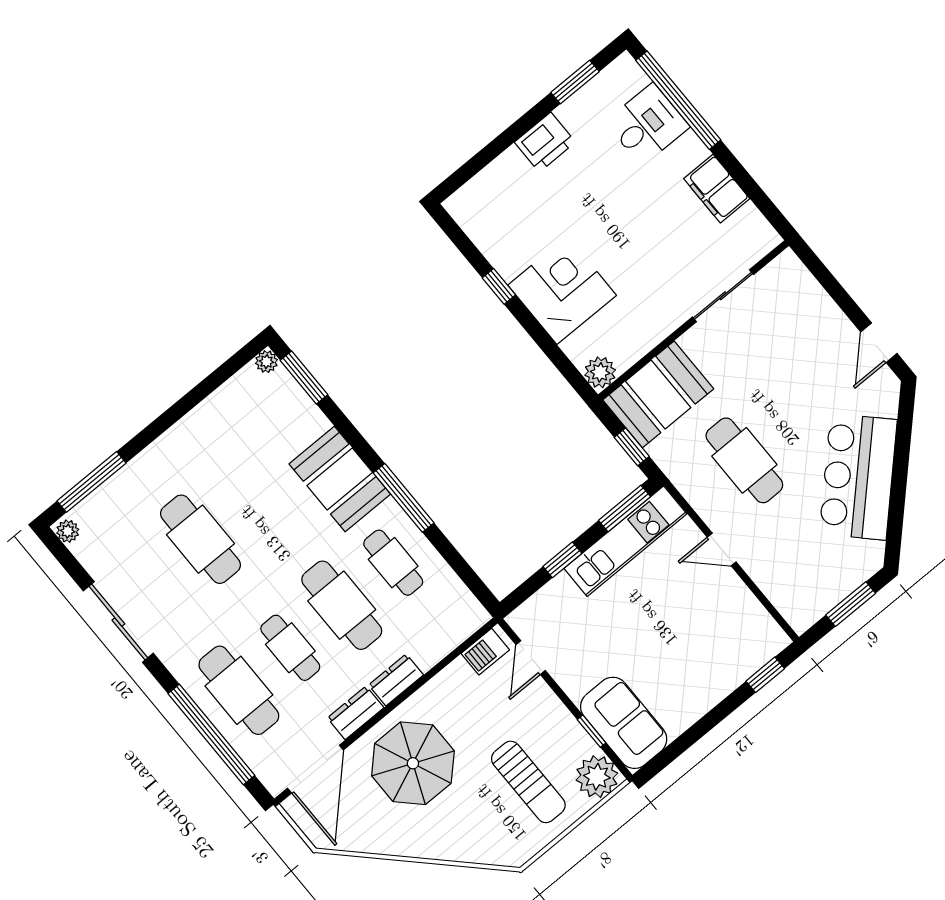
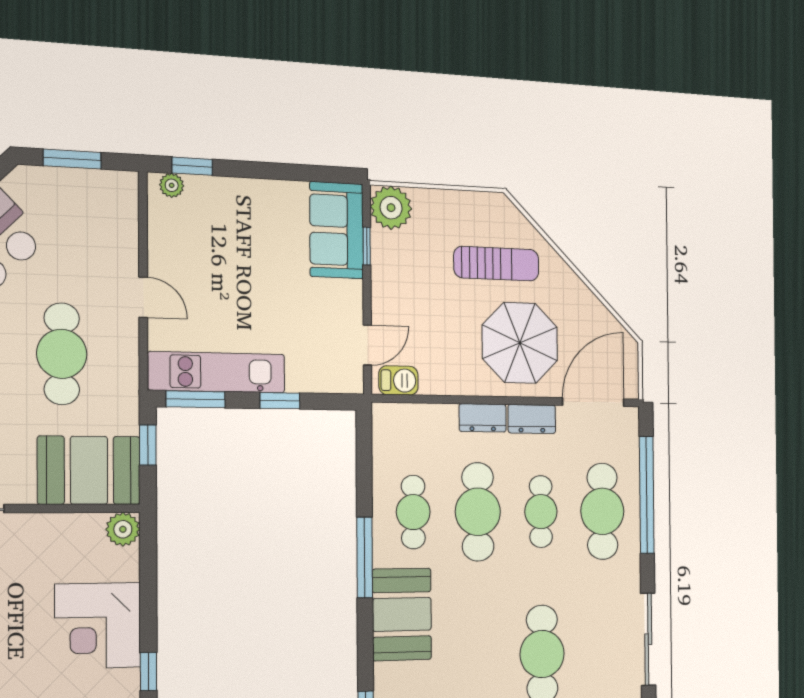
plant: (768, 648) -> (172, 185), added
sun lounger: (528, 782) -> (496, 264), moved, turned 90

